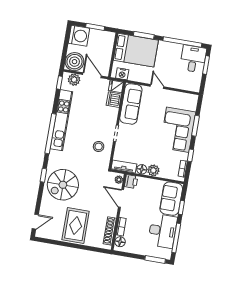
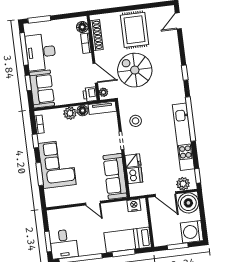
bed: (136, 50) -> (128, 240), width x0.67
fridge: (116, 86) -> (133, 161), moved
spiral stairs: (63, 185) -> (135, 70), moved, turned -90

